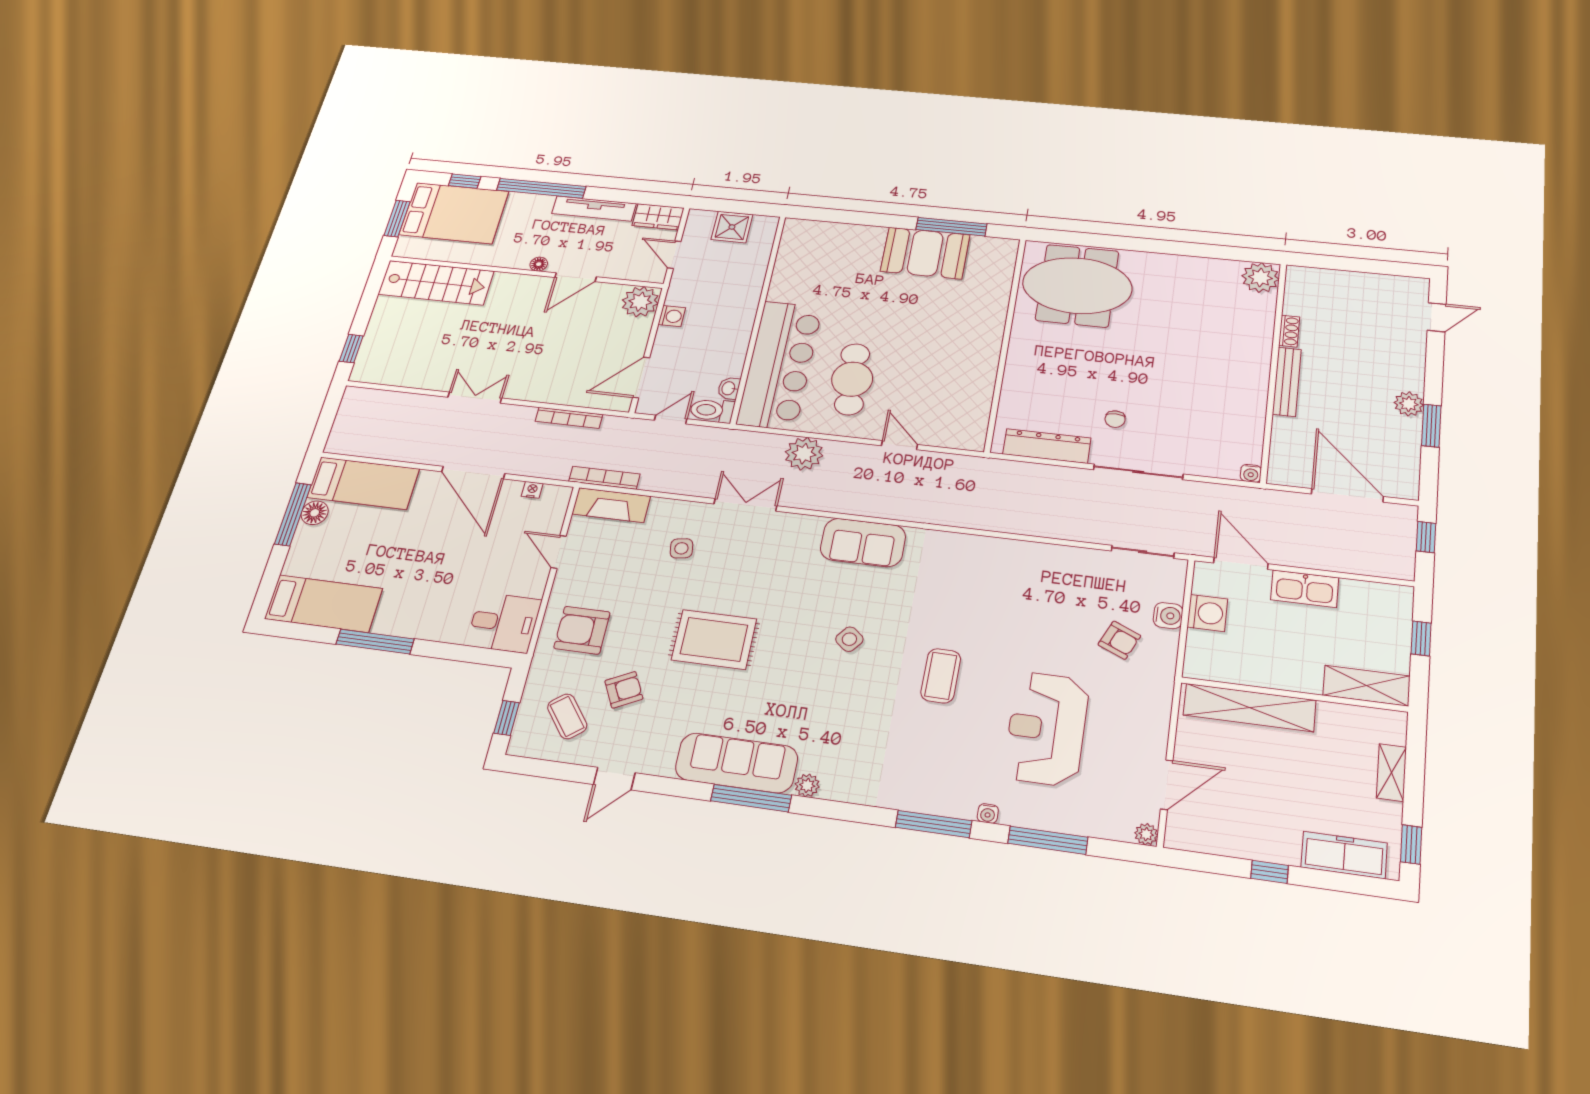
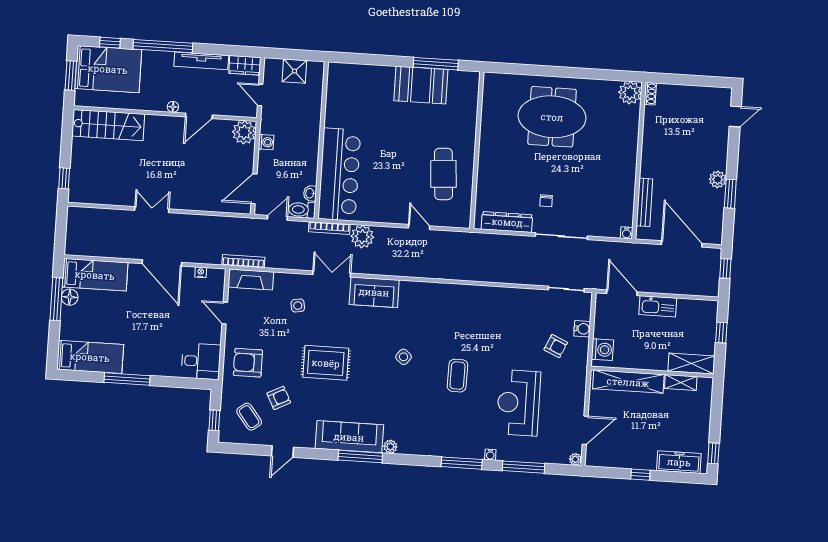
meeting table: (1077, 286) -> (552, 117), moved
shoe rack: (1289, 331) -> (650, 94), moved
cafe table: (852, 379) -> (443, 174), moved
bench: (1287, 382) -> (644, 202), moved
bookcase: (569, 418) -> (329, 228), moved
sofa: (863, 542) -> (374, 292), moved
washing machine: (1207, 613) -> (602, 350), moved
shelving: (1391, 772) -> (681, 382), moved, turned 90

